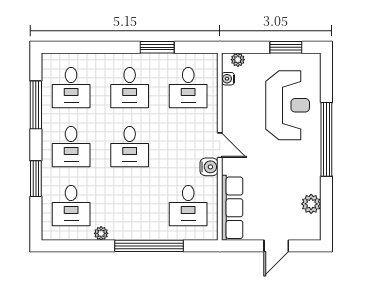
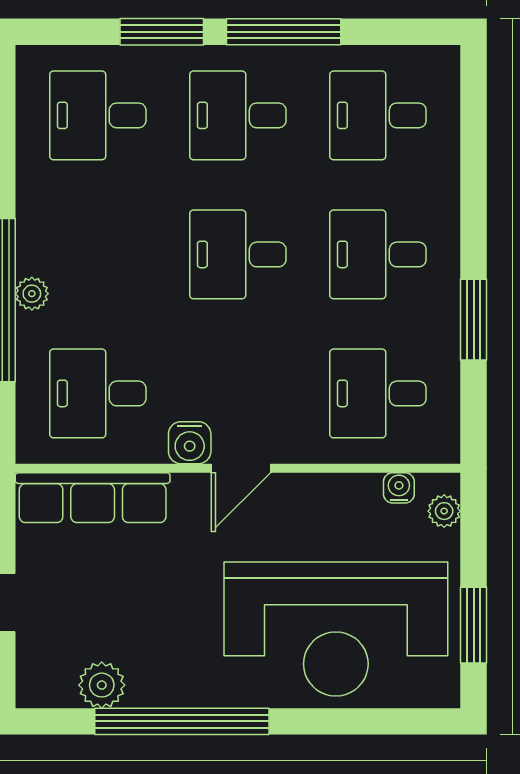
window: (36, 105) -> (284, 32), moved
reception desk: (288, 105) -> (336, 629), width x1.36, depth x1.30
window: (326, 139) -> (182, 721), moved
plant: (101, 233) -> (32, 294), moved

